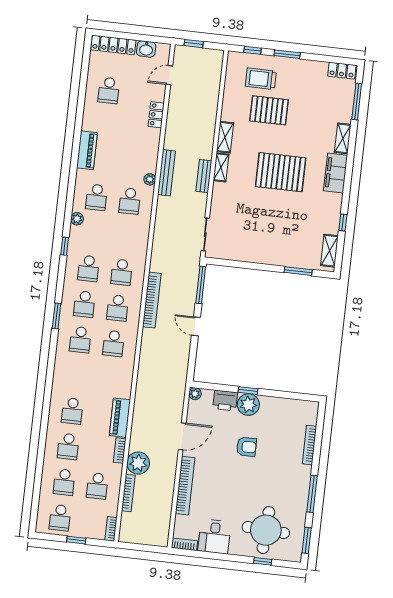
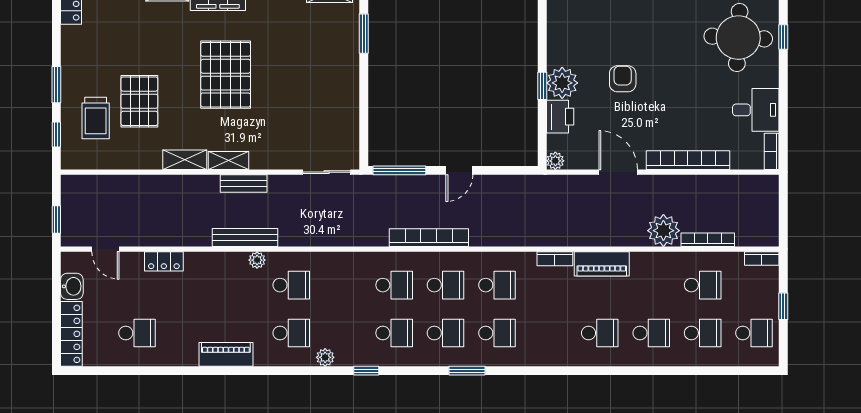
bookcase: (120, 450) -> (555, 259), moved

